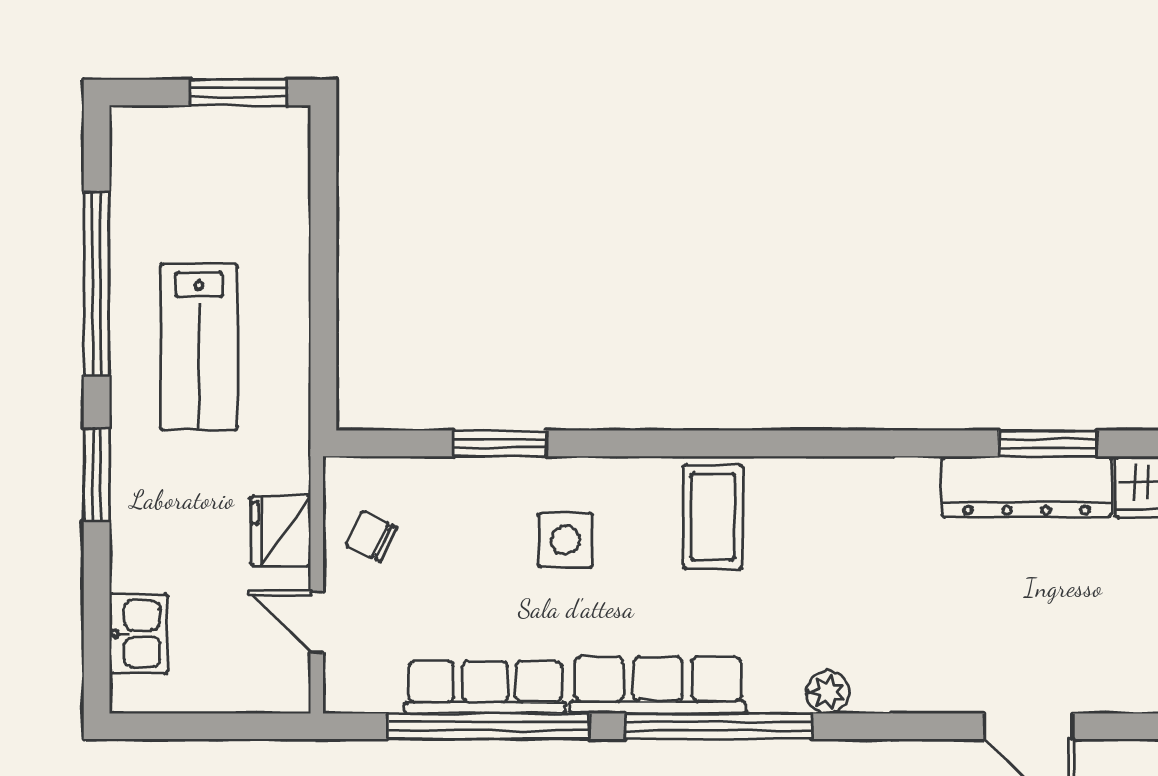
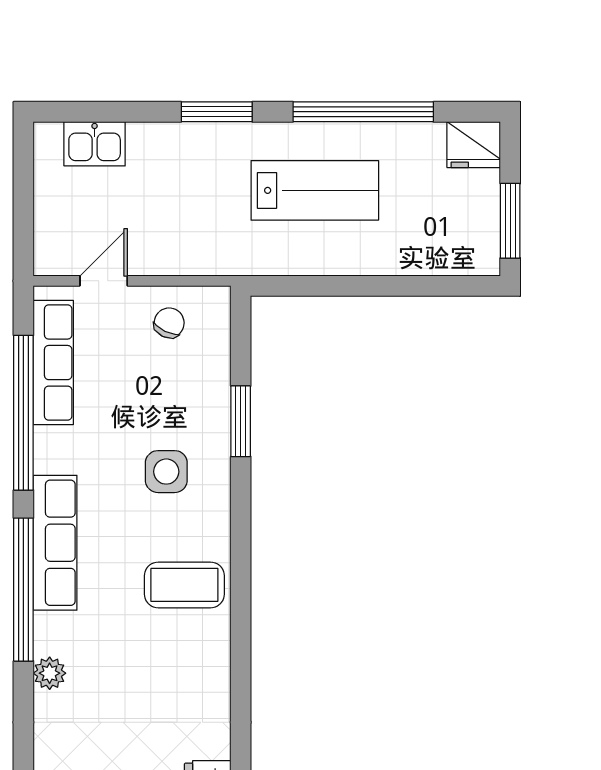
lab bench: (199, 347) -> (315, 190), turned 180
fridge: (281, 531) -> (474, 145), moved, turned 180
row of seats: (485, 687) -> (53, 363), moved

